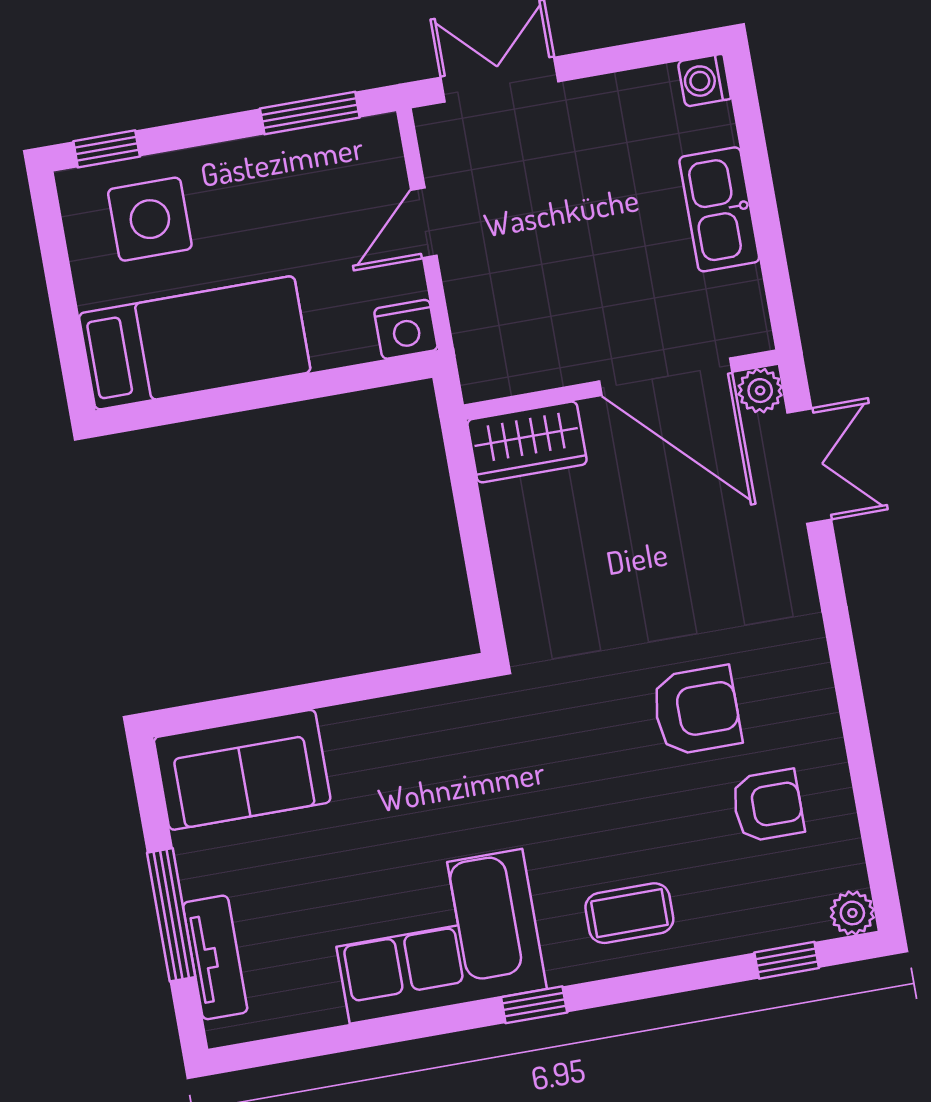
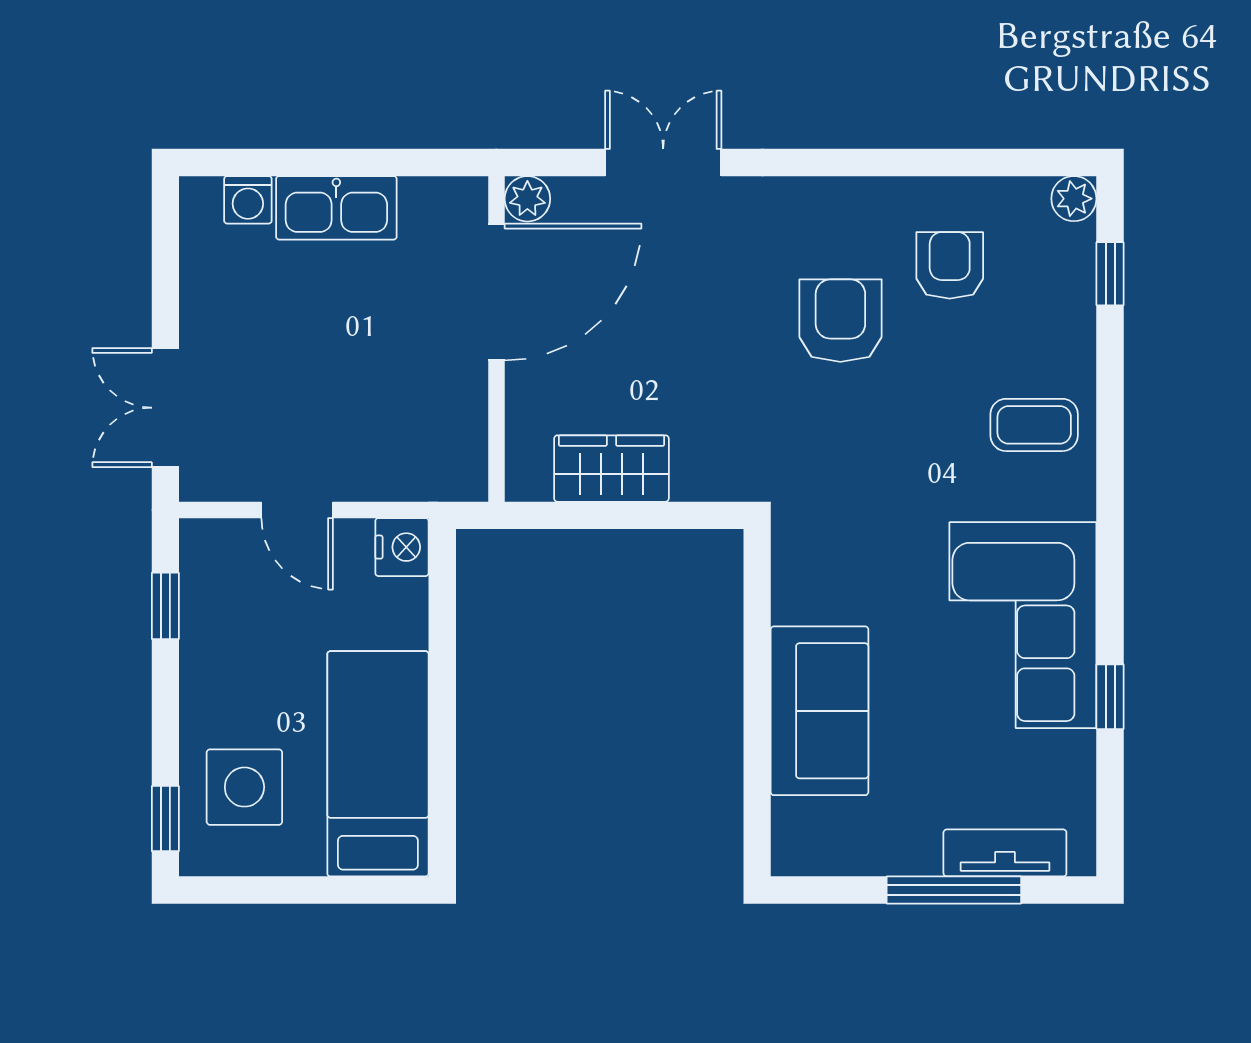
washing machine: (704, 80) -> (248, 200), moved
window: (310, 113) -> (165, 606), width x0.67
wardrobe: (527, 442) -> (611, 469), moved, turned -90
double door: (809, 466) -> (663, 162), moved
sofa: (242, 770) -> (820, 711), moved
coffee table: (629, 913) -> (1034, 425), turned 90
window: (534, 1005) -> (1110, 697), moved

